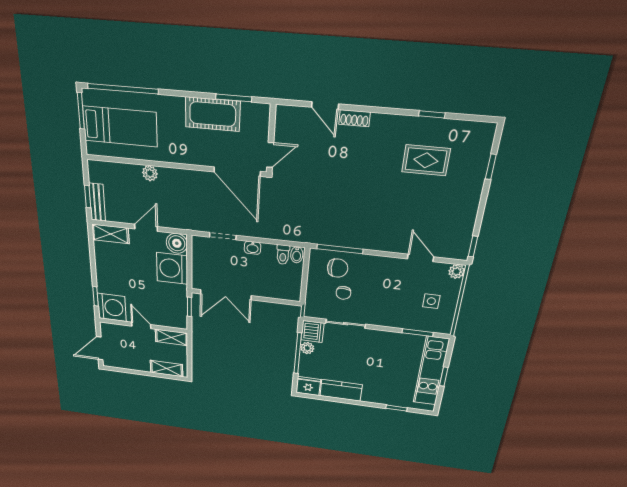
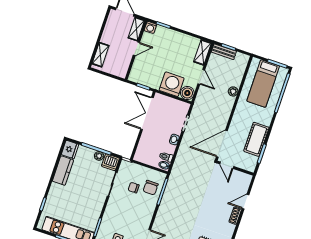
washing machine: (112, 307) -> (150, 27), width x0.53, depth x0.53
shelving: (172, 337) -> (136, 29), moved

